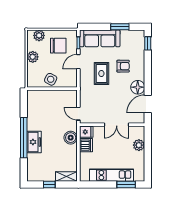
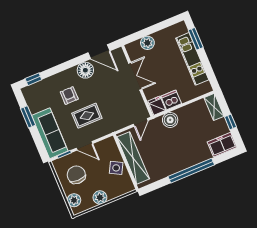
shelving: (53, 96) -> (133, 158), added
freezer: (34, 142) -> (222, 145), moved

